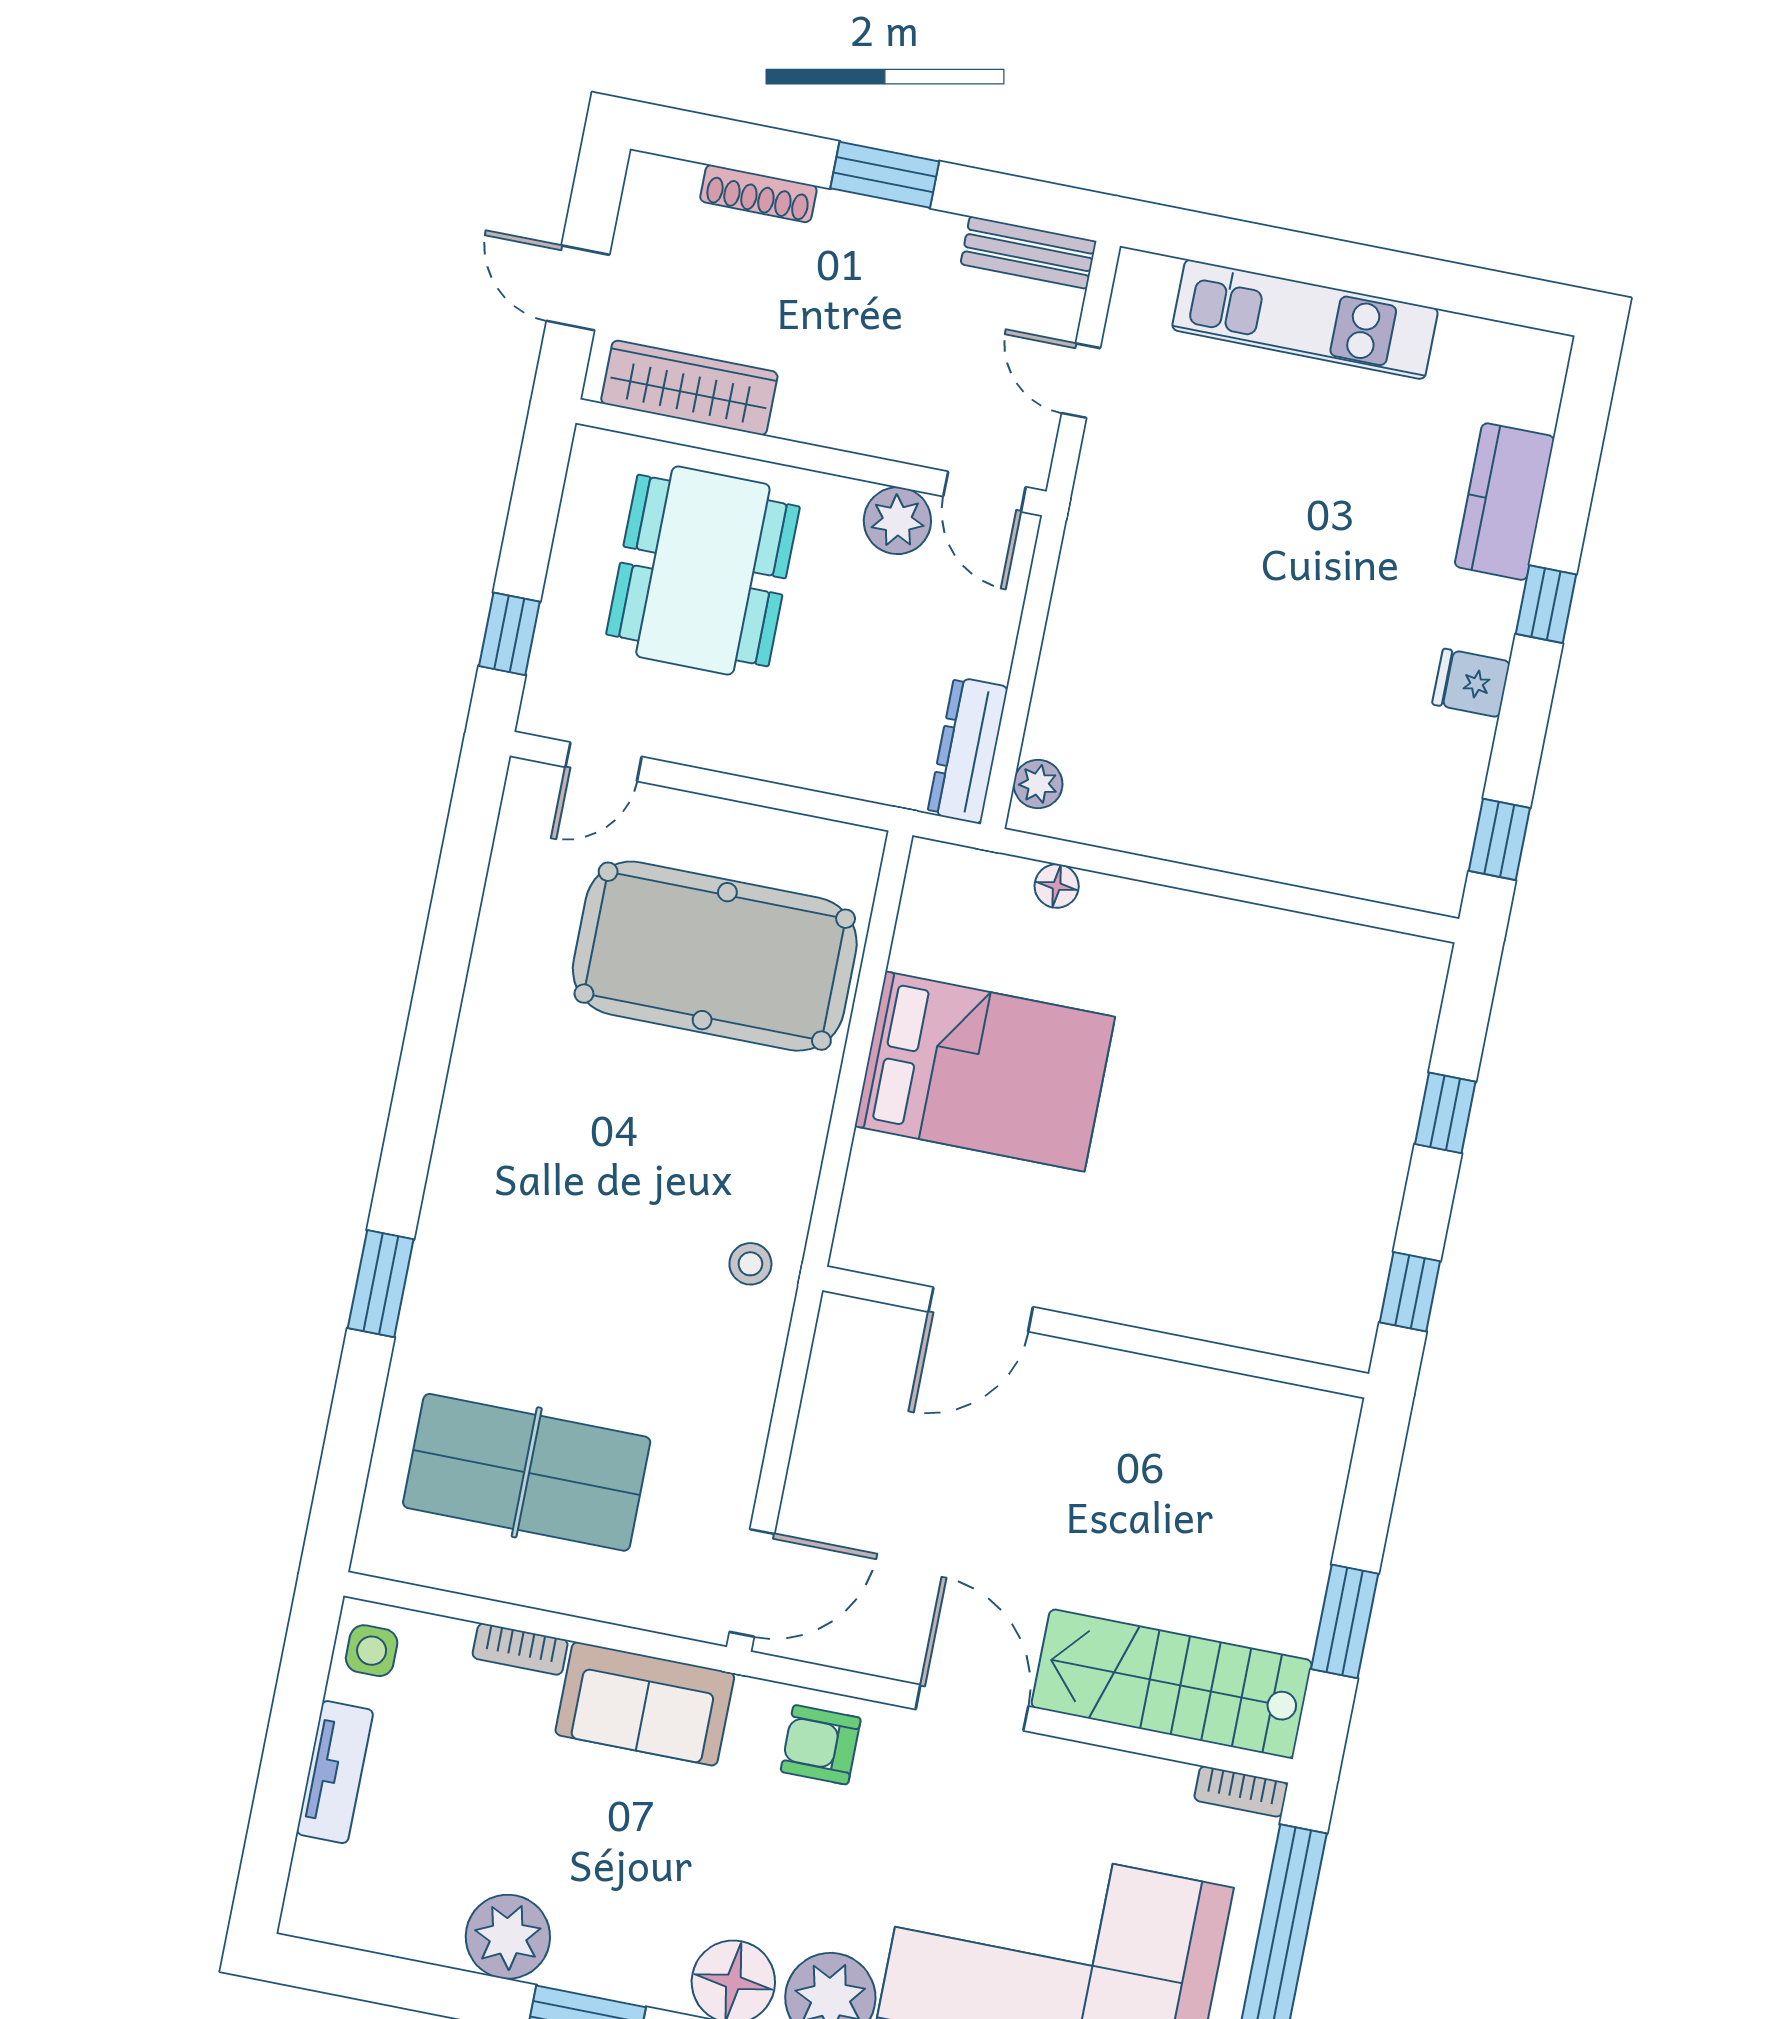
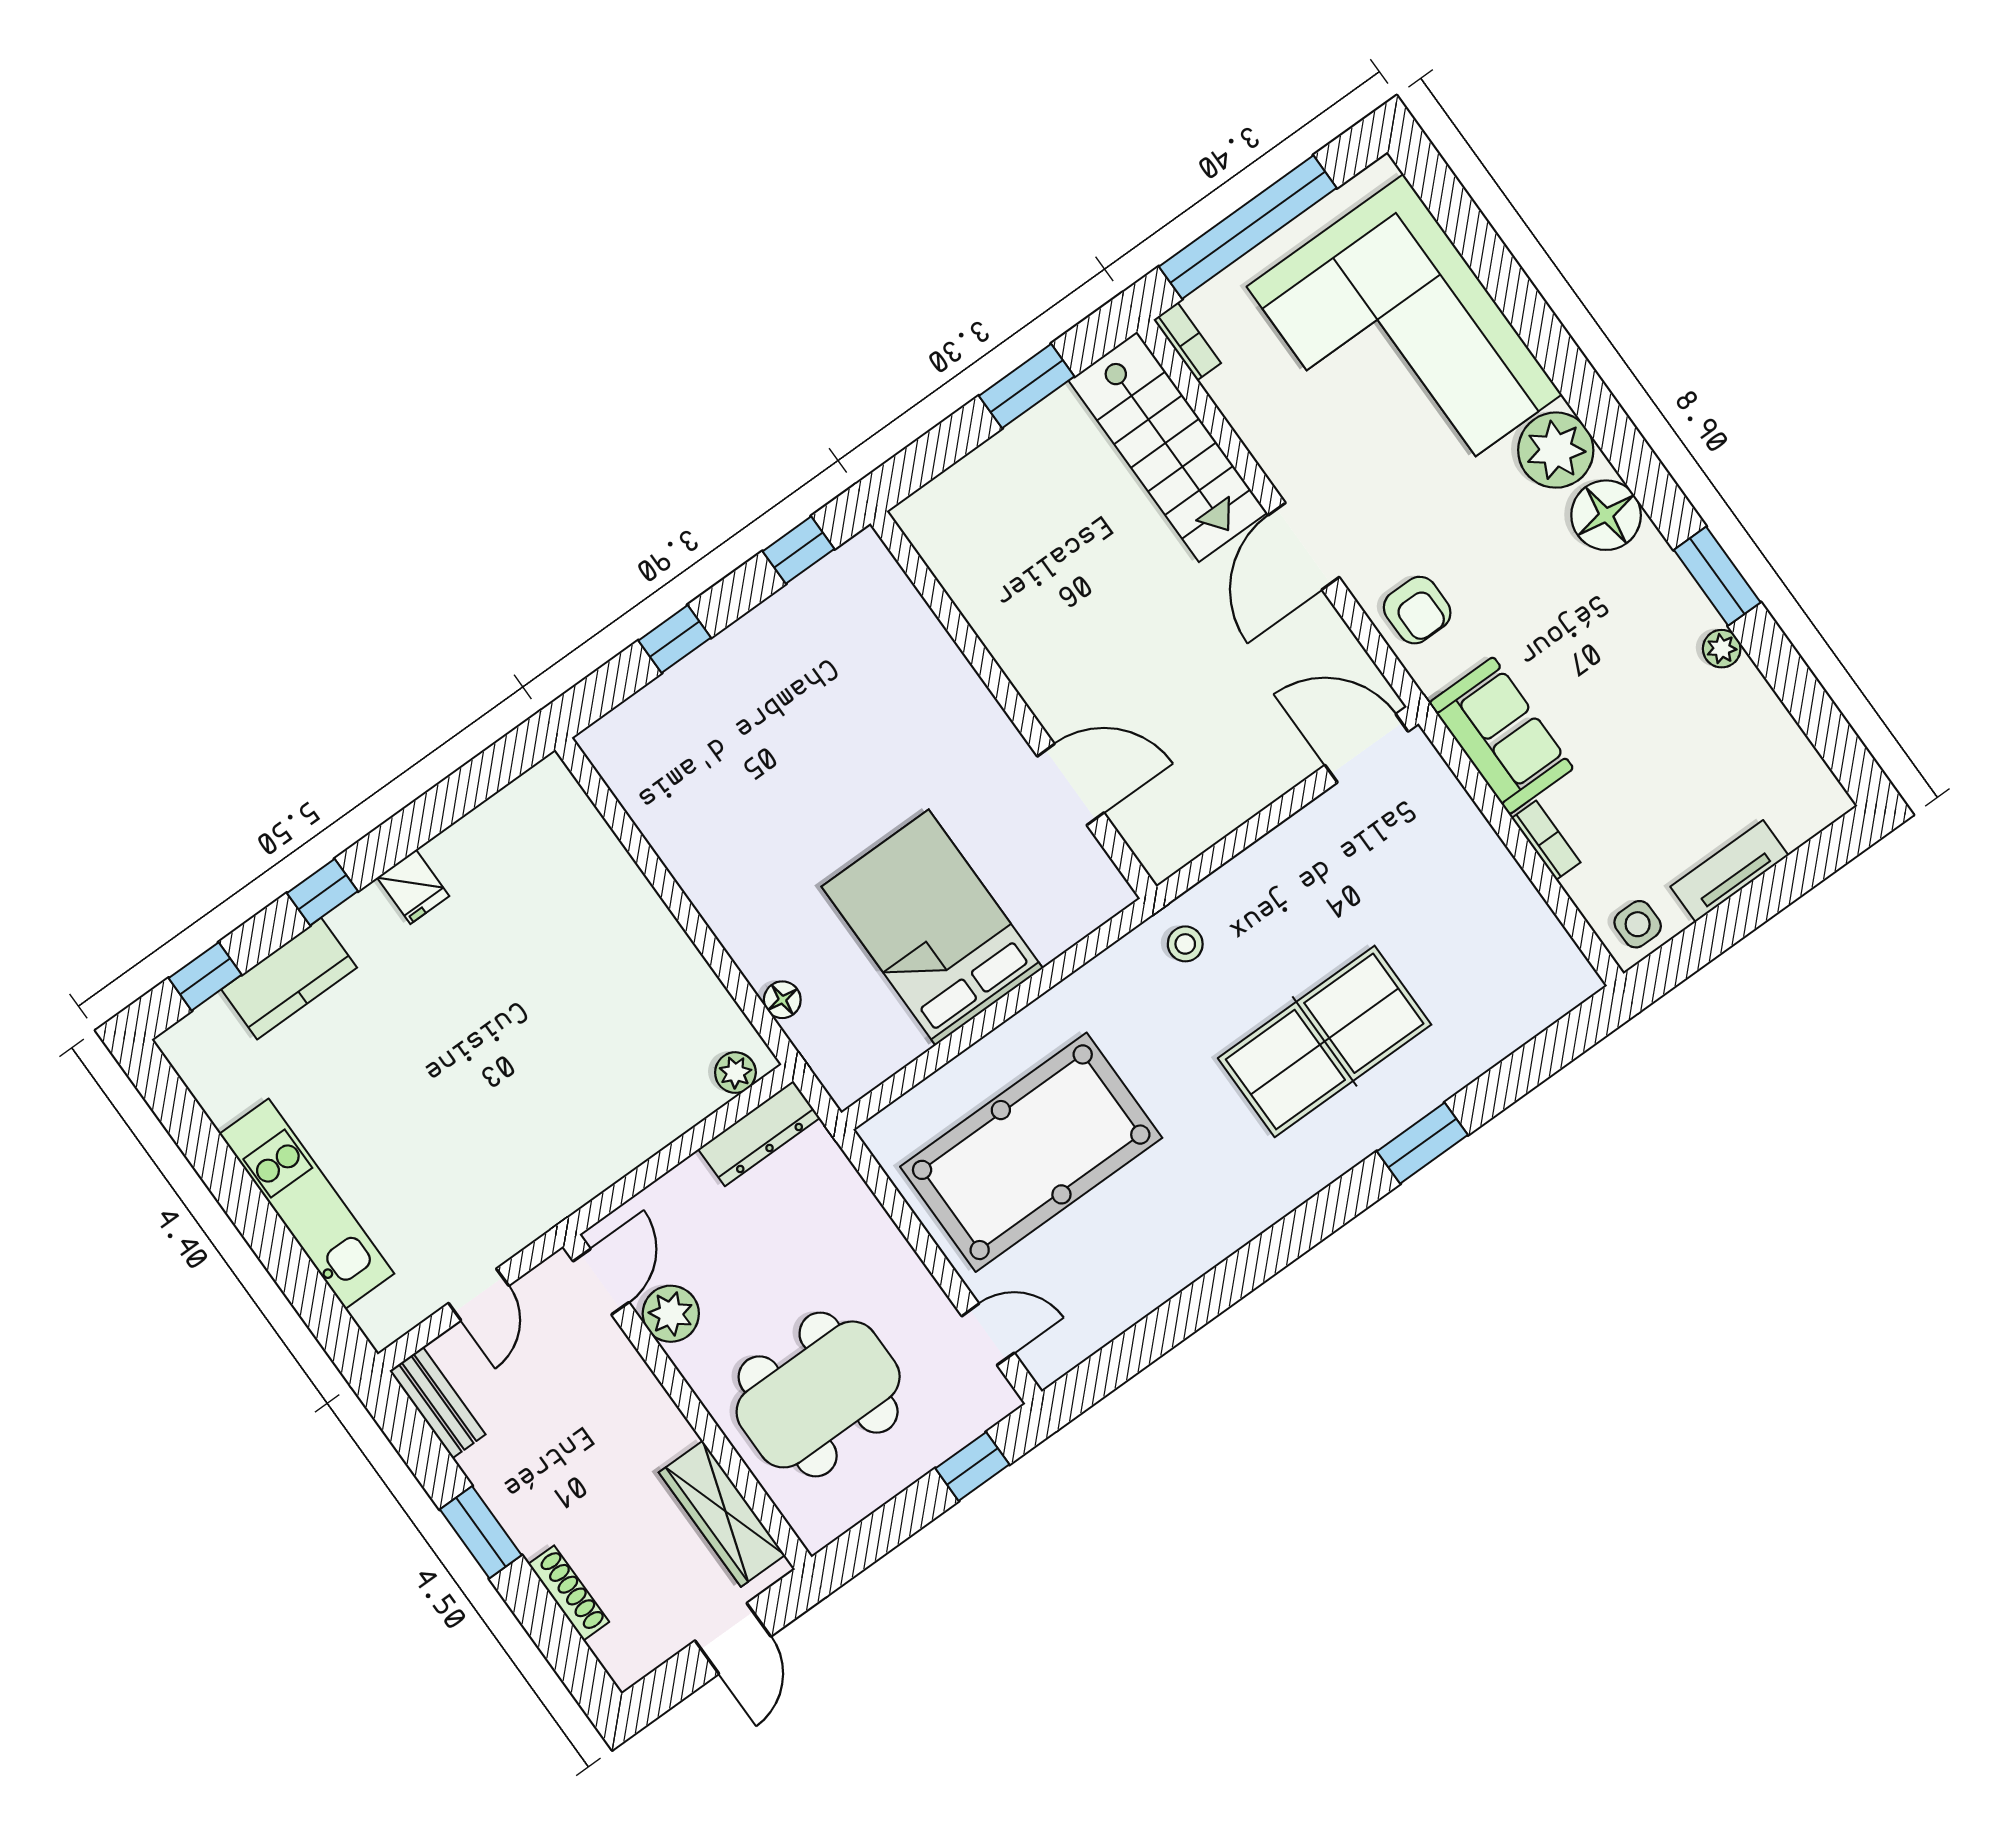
window: (1499, 839) -> (205, 976), moved
pool table: (715, 956) -> (1031, 1152), turned 90
table tennis table: (527, 1472) -> (1325, 1041), moved, turned 90
plant: (508, 1937) -> (1722, 649), width x0.53, depth x0.53

